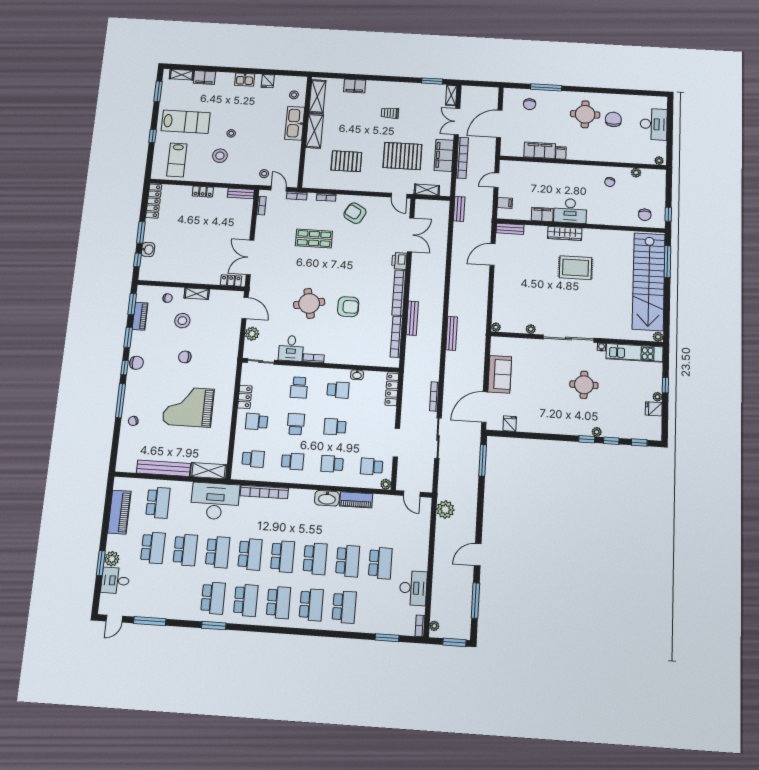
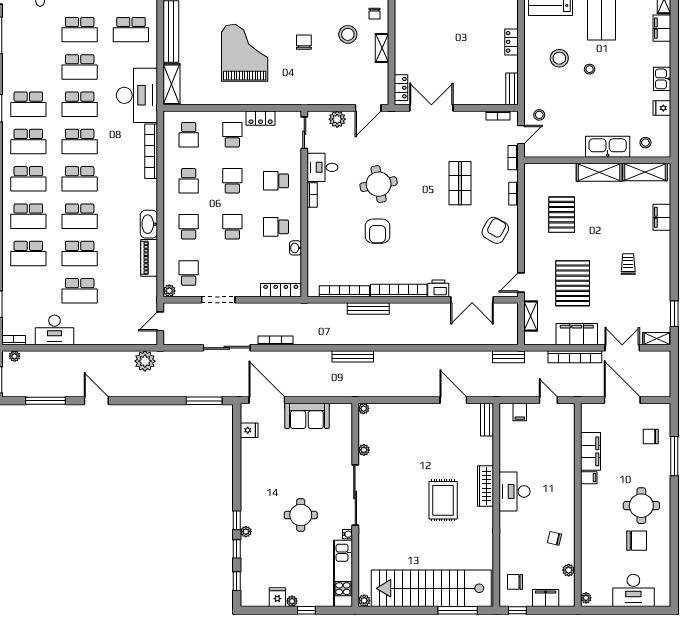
filing cabinet: (542, 214) -> (546, 598), moved, turned -90
school desk: (338, 390) -> (276, 227), turned 90
school desk: (296, 424) -> (232, 181), turned -90

